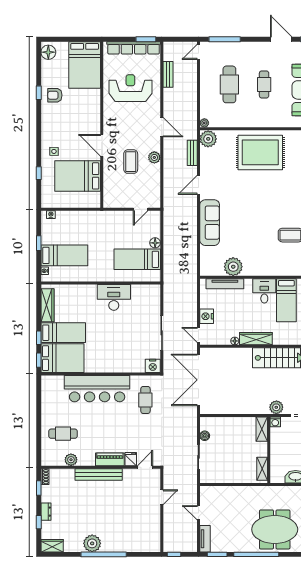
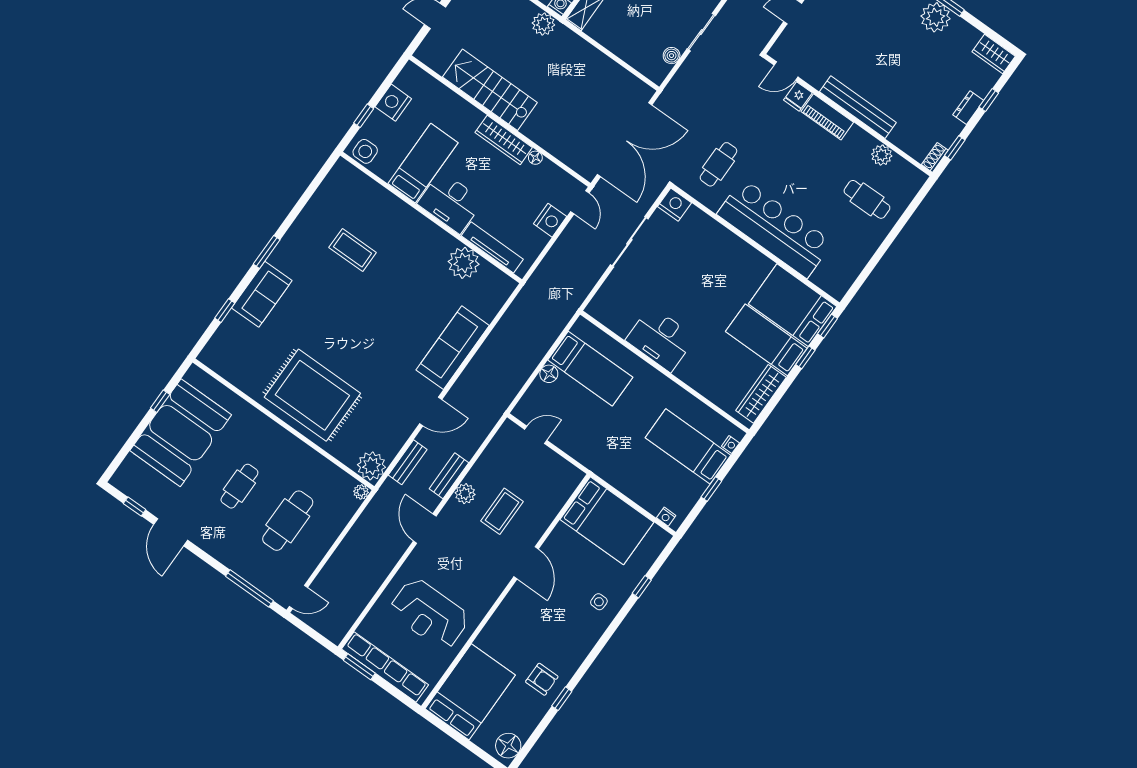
bench: (168, 74) -> (449, 476), moved
bed: (78, 176) -> (607, 521), moved
desk: (264, 291) -> (450, 202), width x1.37

